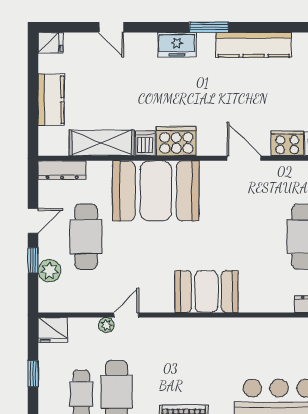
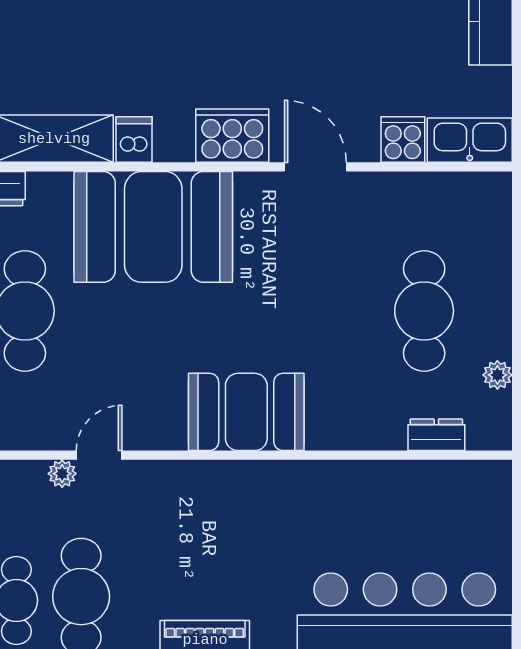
cooker: (176, 141) -> (232, 136), moved
cooker: (287, 143) -> (403, 139), width x0.73

